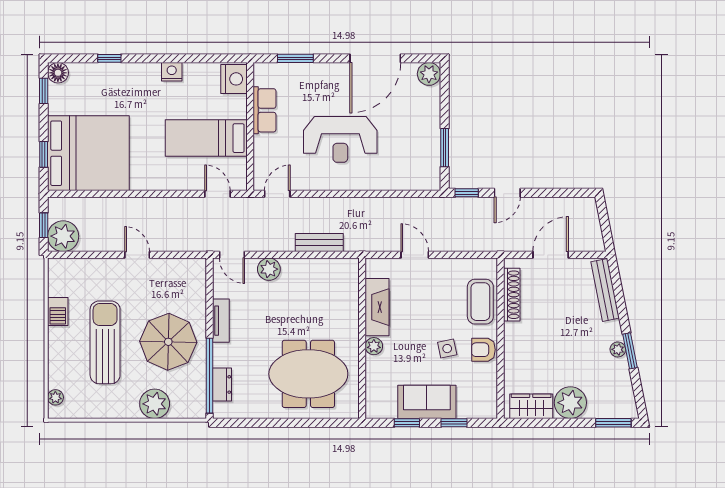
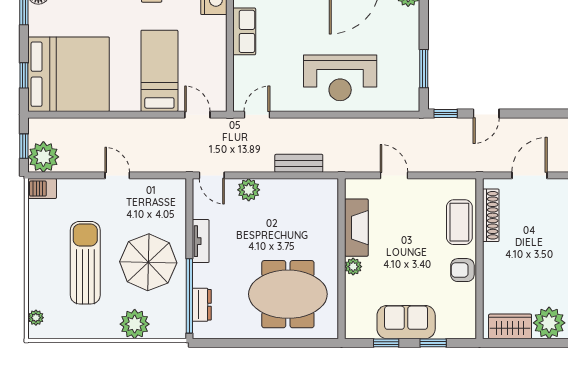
bed: (206, 138) -> (159, 71), moved, turned 90
reception desk: (340, 139) -> (340, 78), moved
barbecue: (58, 312) -> (42, 189), moved, turned 90
side table: (447, 349) -> (426, 269), removed

